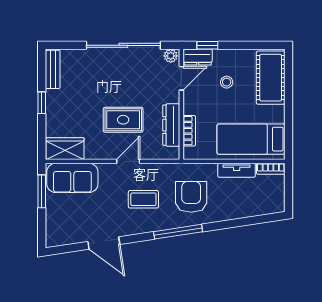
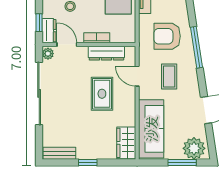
bookcase: (189, 131) -> (97, 38), moved
door: (128, 161) -> (137, 76), moved
sofa: (72, 178) -> (151, 129), width x1.36
window: (42, 191) -> (182, 162), moved
plant: (58, 229) -> (194, 148), added

